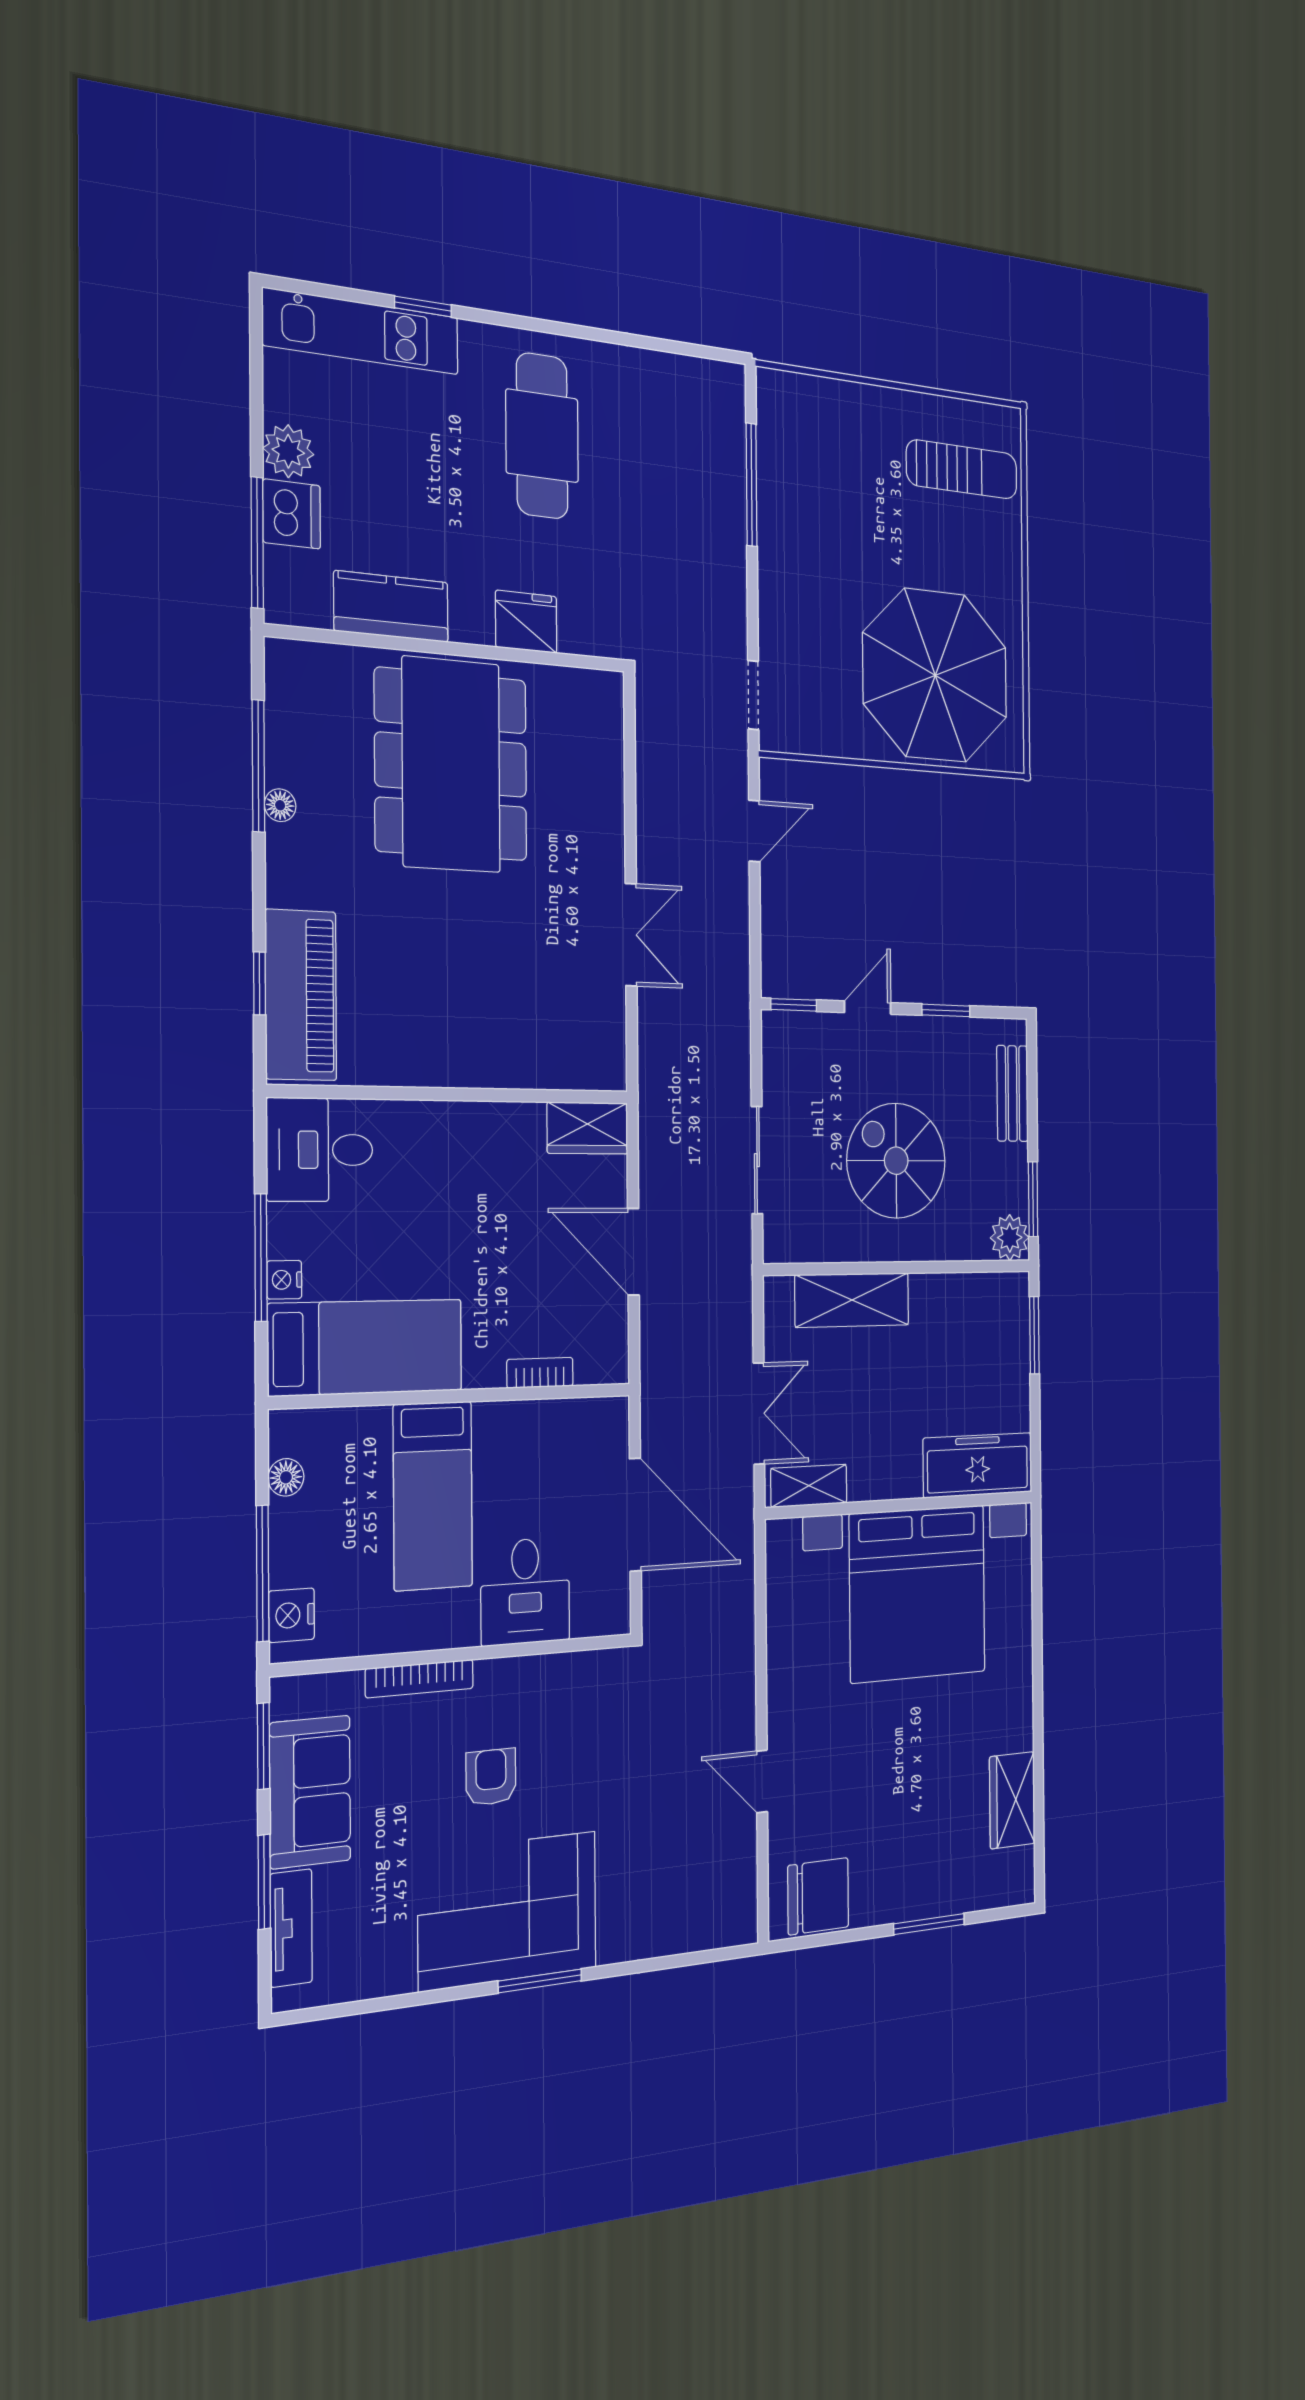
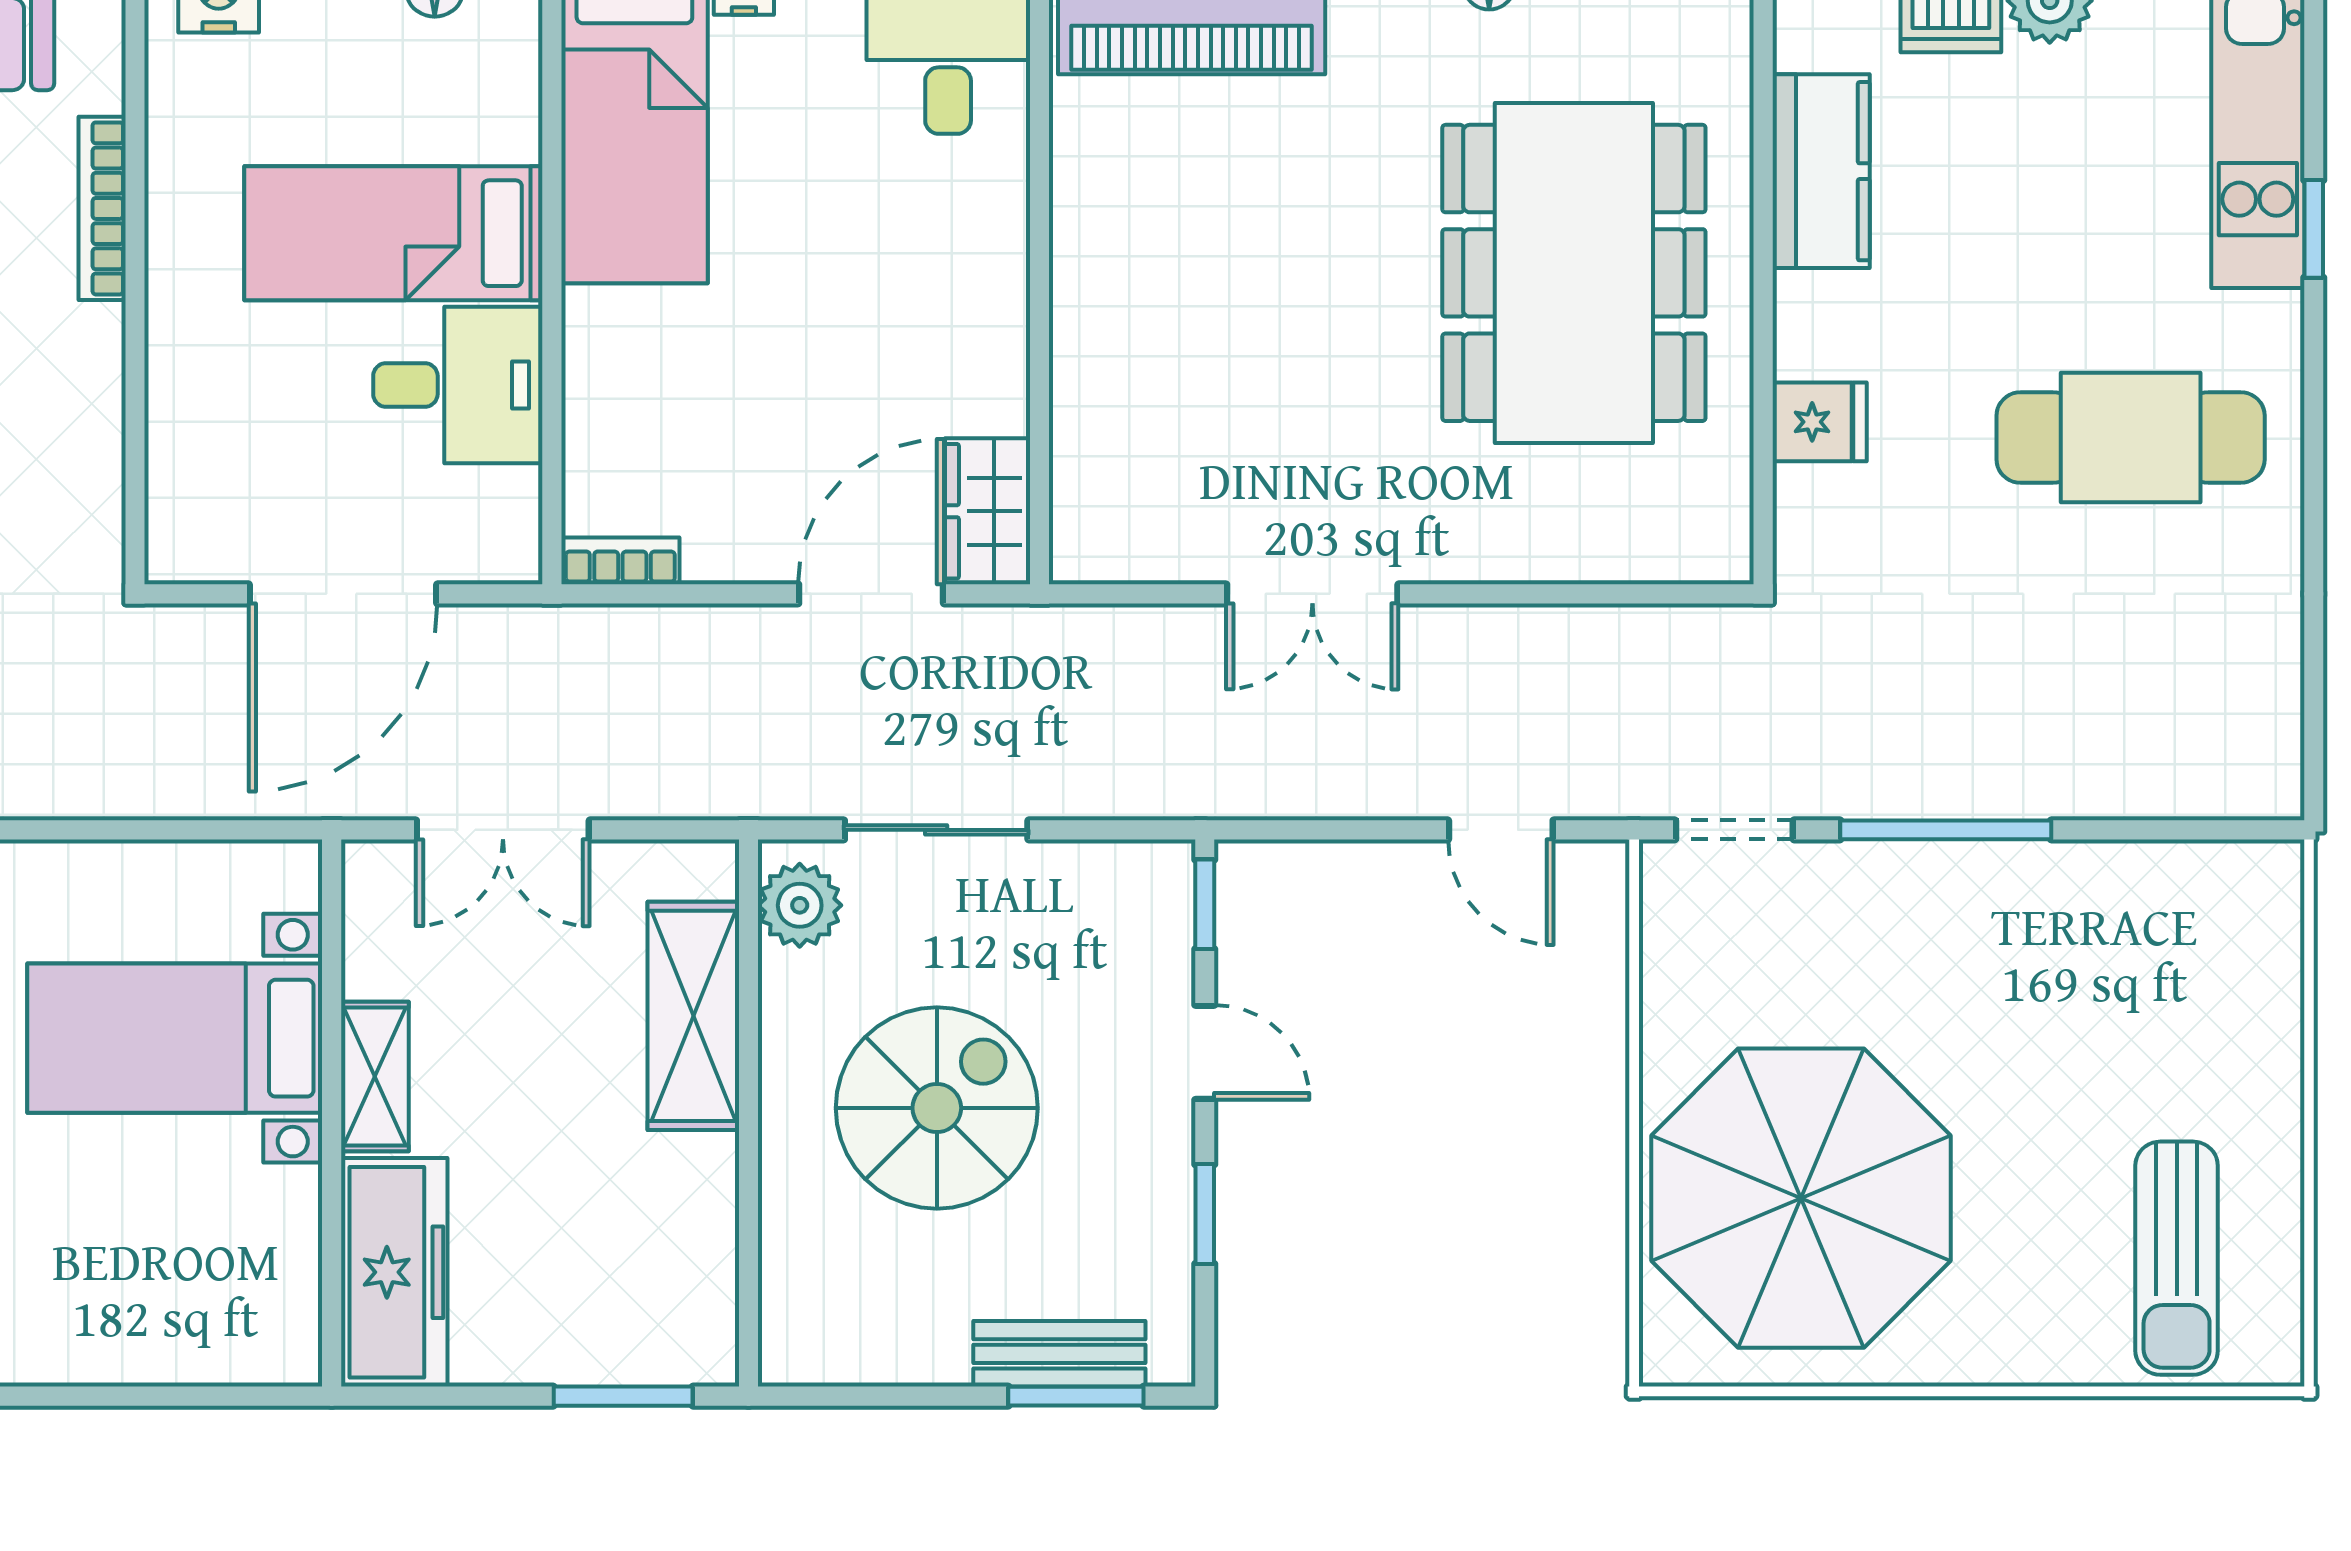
window: (752, 485) -> (1946, 830), moved
fridge: (526, 622) -> (1820, 422), width x0.72
dining table: (451, 765) -> (1574, 273), turned 90
window: (1033, 1199) -> (1076, 1396), moved
plant: (1010, 1238) -> (800, 905), moved
door: (633, 1252) -> (871, 594), moved
bookcase: (540, 1373) -> (620, 561), moved, turned -90
shelving: (809, 1486) -> (375, 1077), moved
desk: (525, 1591) -> (458, 385), moved, turned 180
bed with nightstands: (918, 1593) -> (175, 1038), width x0.54

